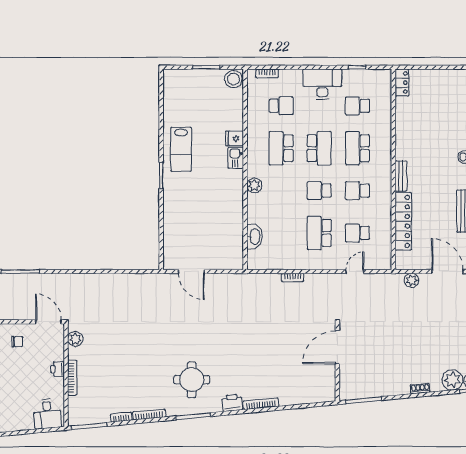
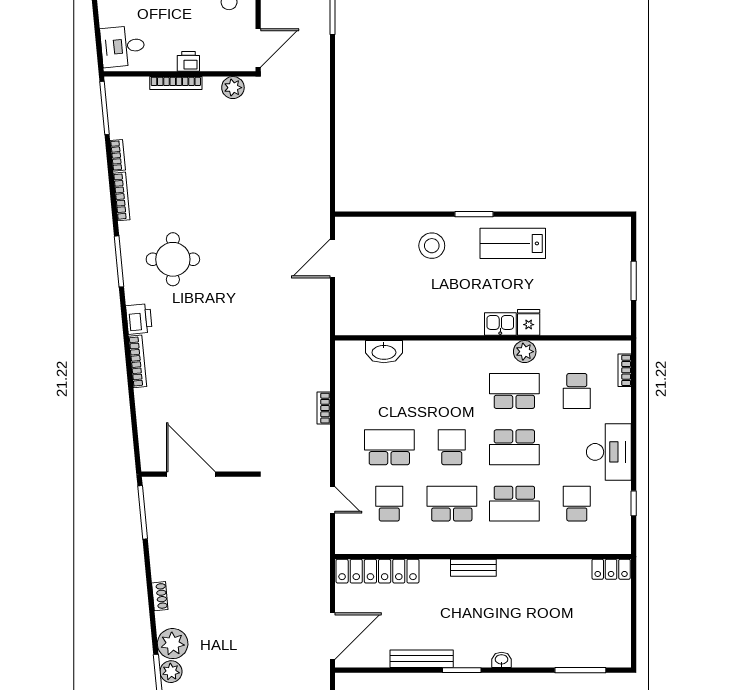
stool: (233, 79) -> (432, 246), moved
school desk: (357, 148) -> (514, 504), turned 180
plant: (254, 185) -> (525, 352), moved
school desk: (357, 191) -> (452, 504), width x1.85
locker: (403, 221) -> (378, 571), moved
plant: (411, 280) -> (319, 583), removed
door: (337, 347) -> (191, 474), moved

